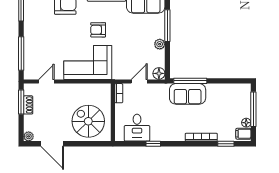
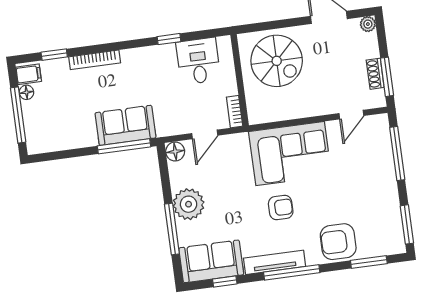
plant: (160, 44) -> (189, 204), width x1.88, depth x1.88

